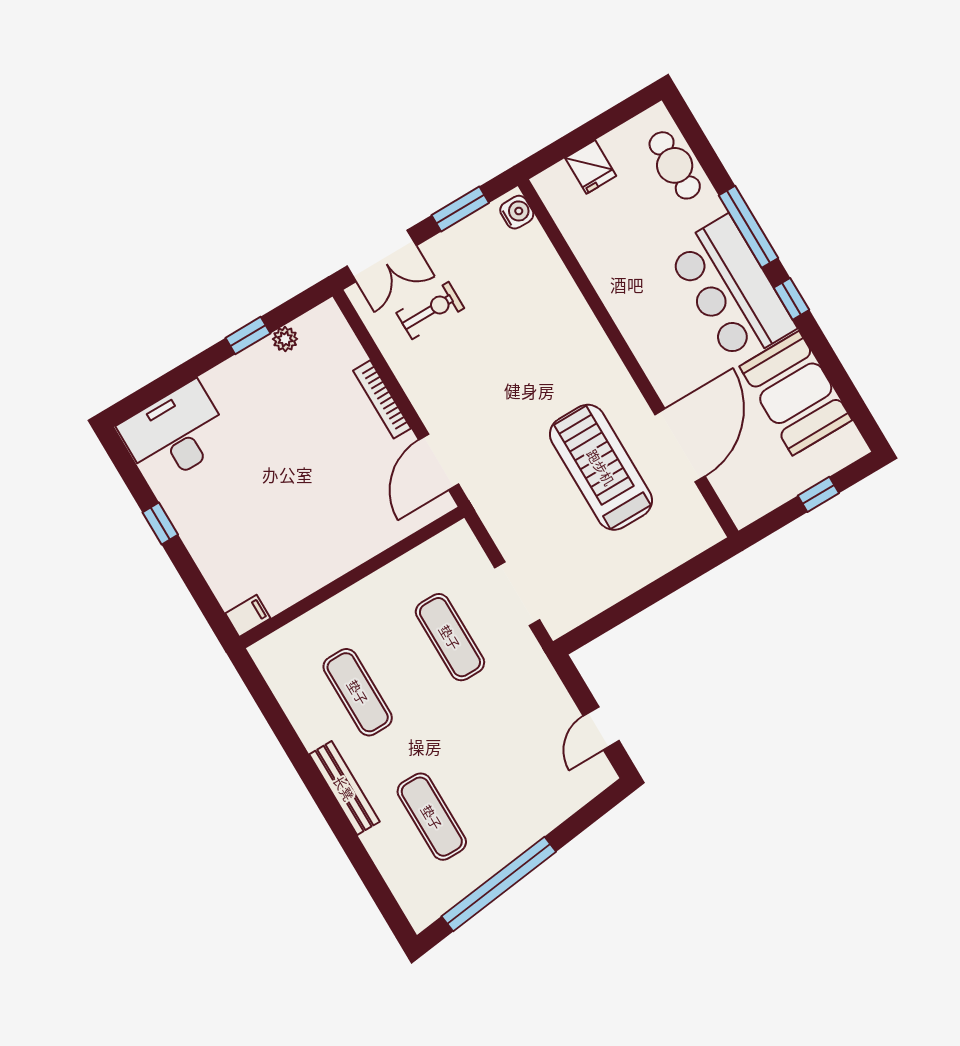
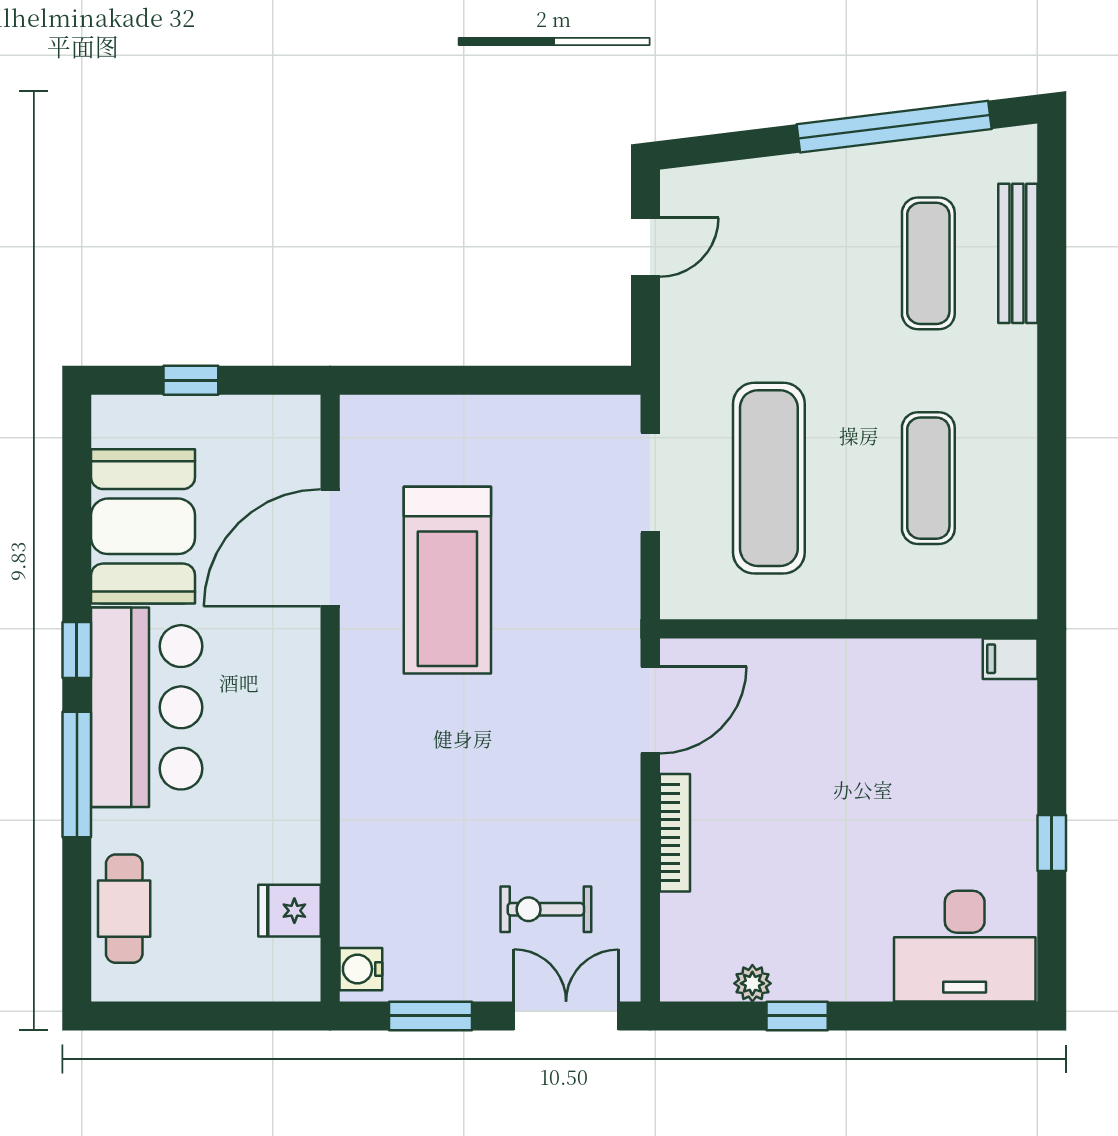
fridge: (591, 167) -> (289, 911), moved, turned -90
exercise mat: (450, 637) -> (769, 478), width x1.36, depth x1.45
bench: (344, 788) -> (1018, 253), moved

